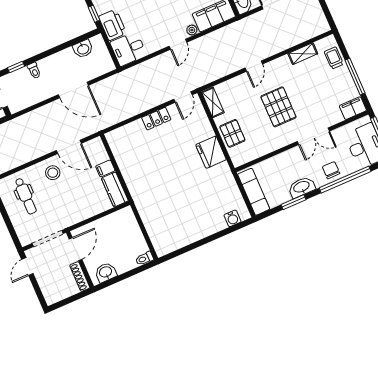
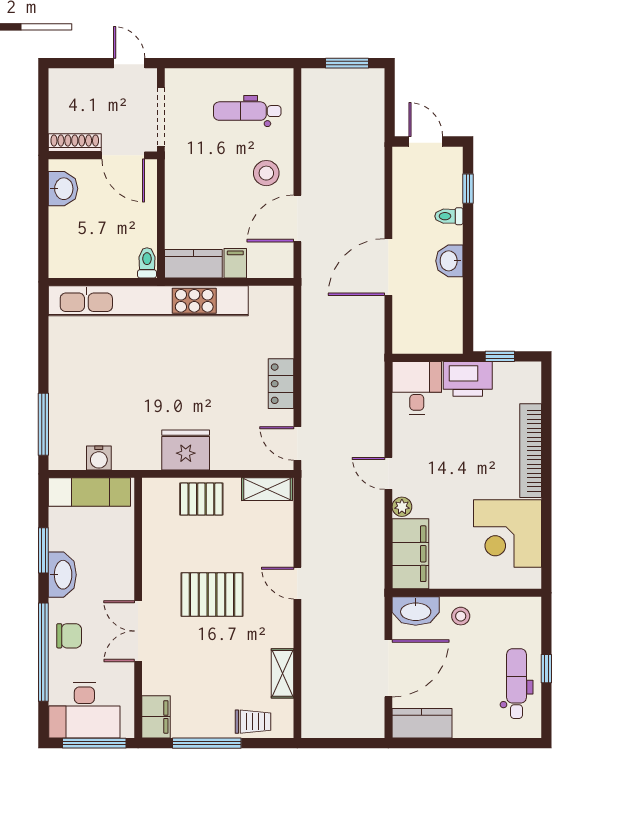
washbasin: (83, 49) -> (449, 261), moved
kitchen unit: (144, 204) -> (148, 301), added
water cooler: (232, 218) -> (99, 458), moved, turned -90
window: (229, 230) -> (43, 424), added
toilet: (144, 259) -> (147, 263), moved

